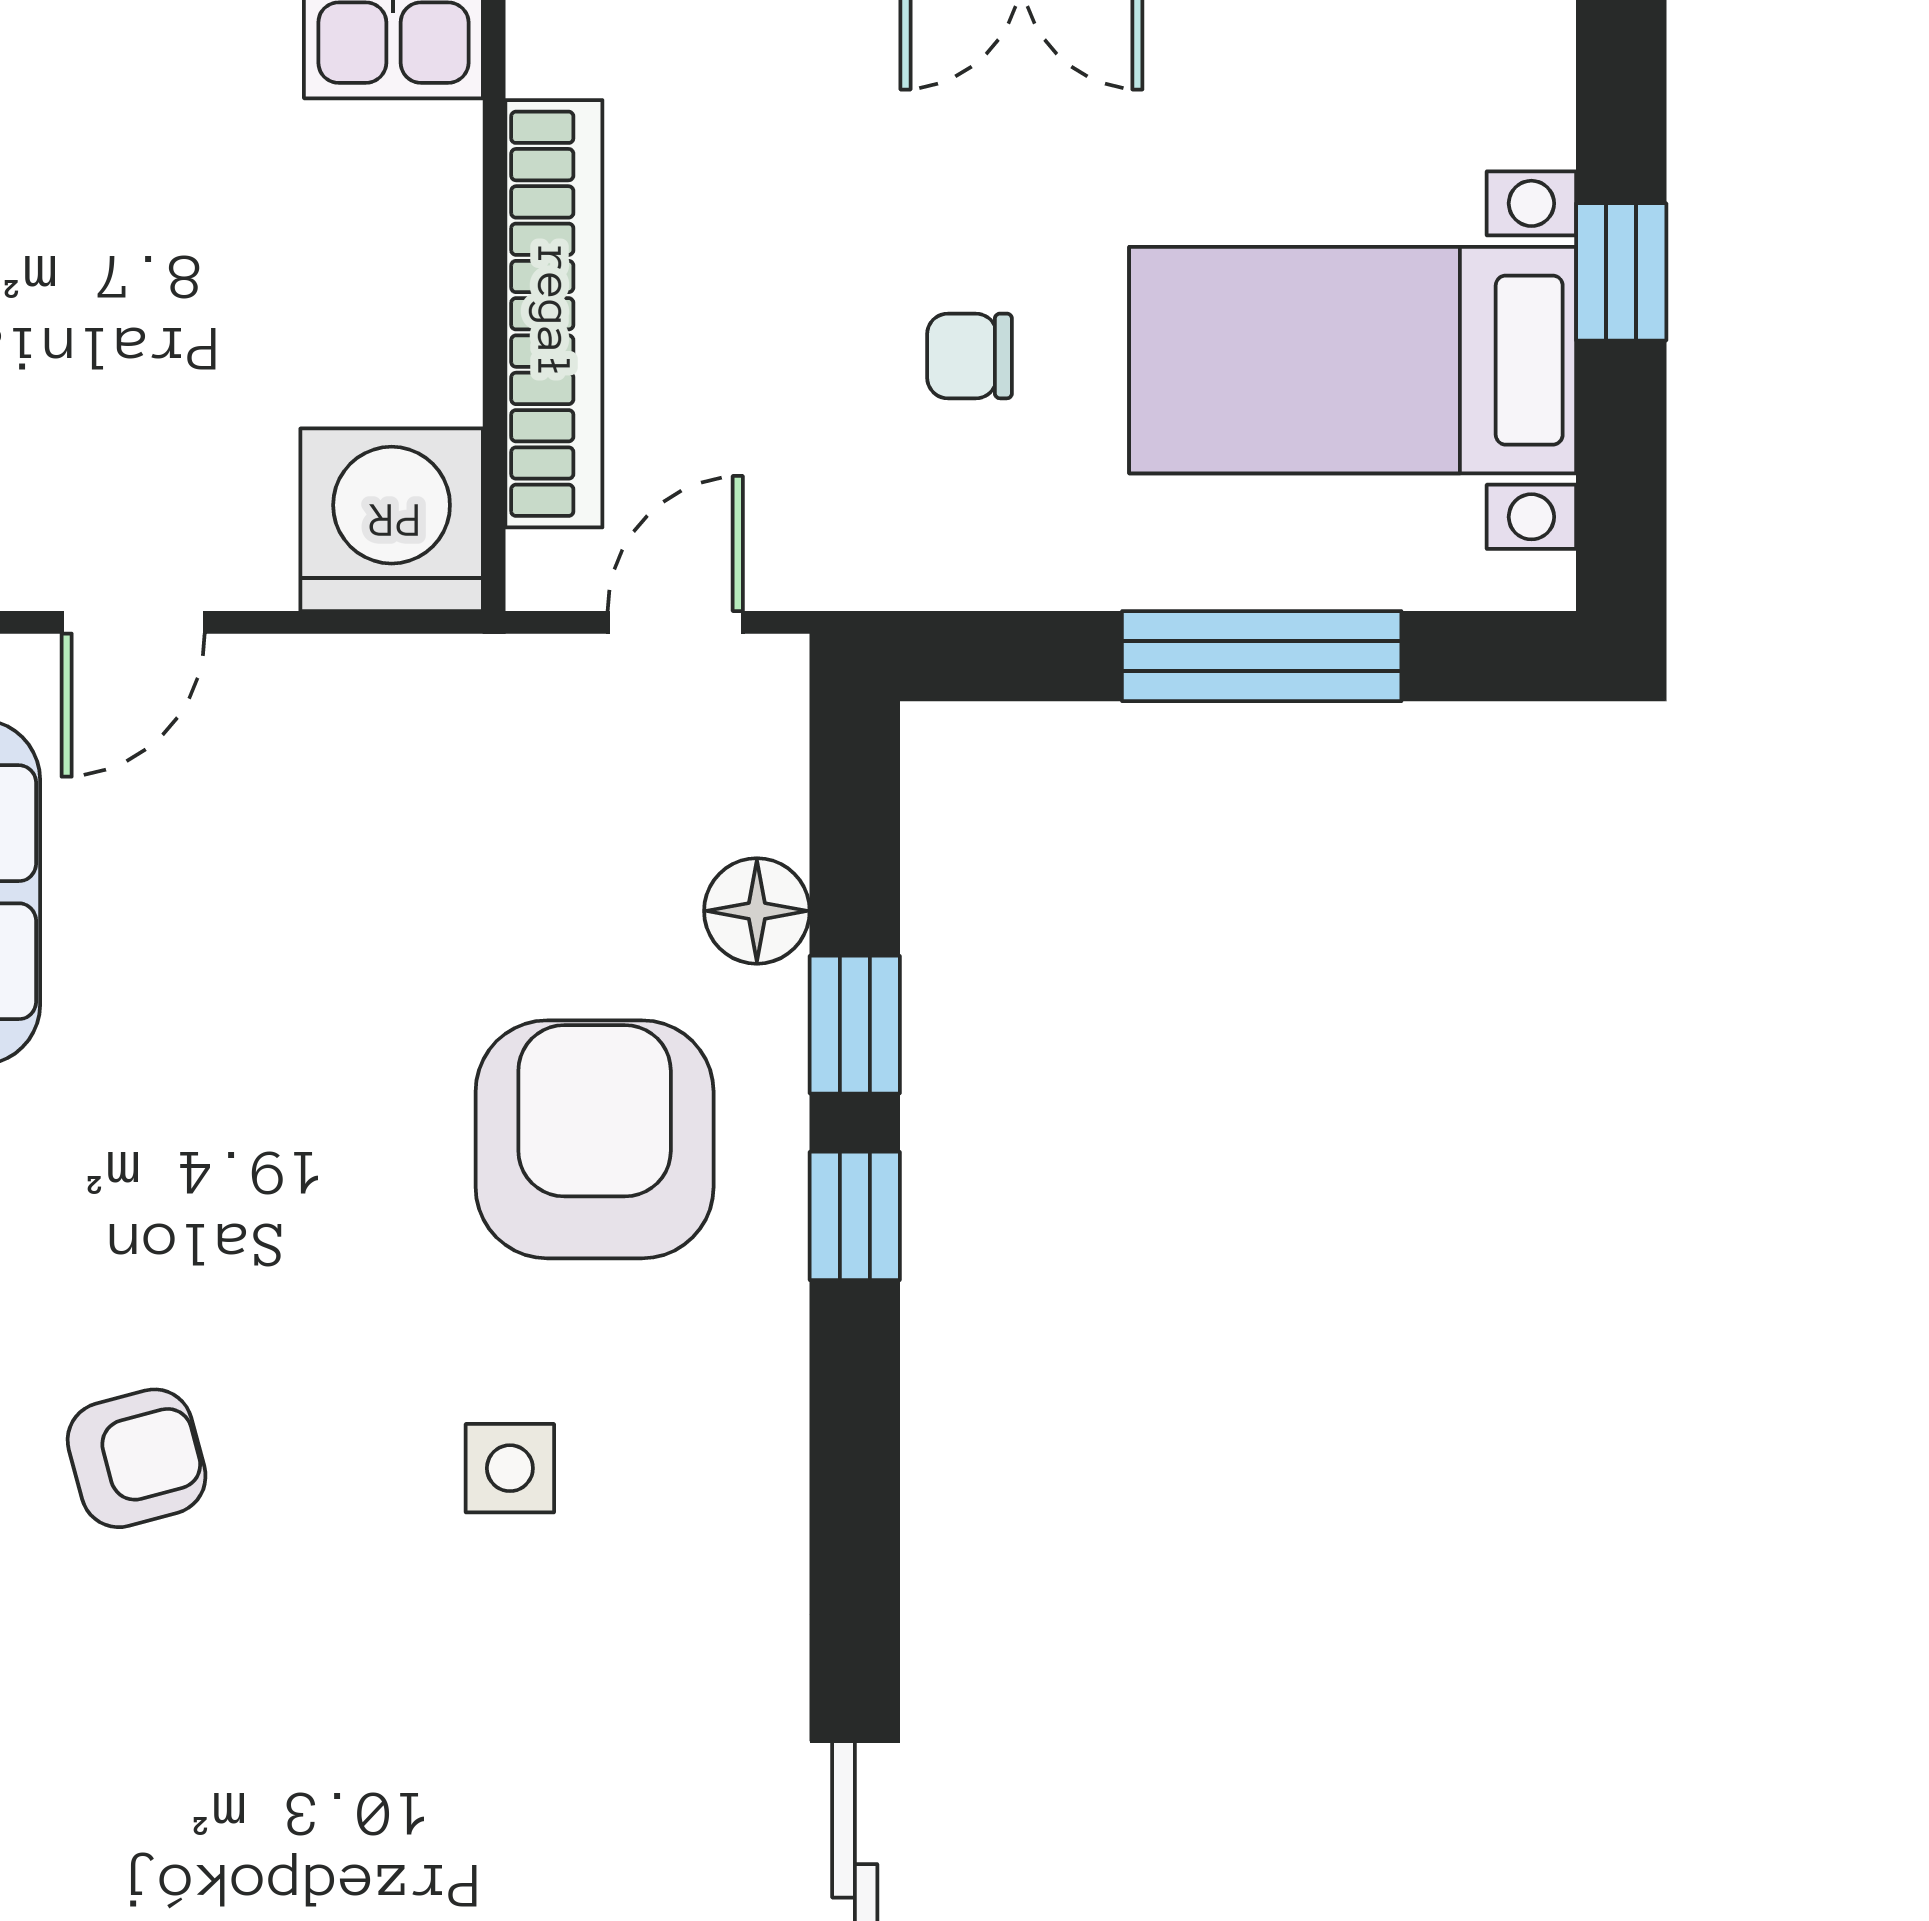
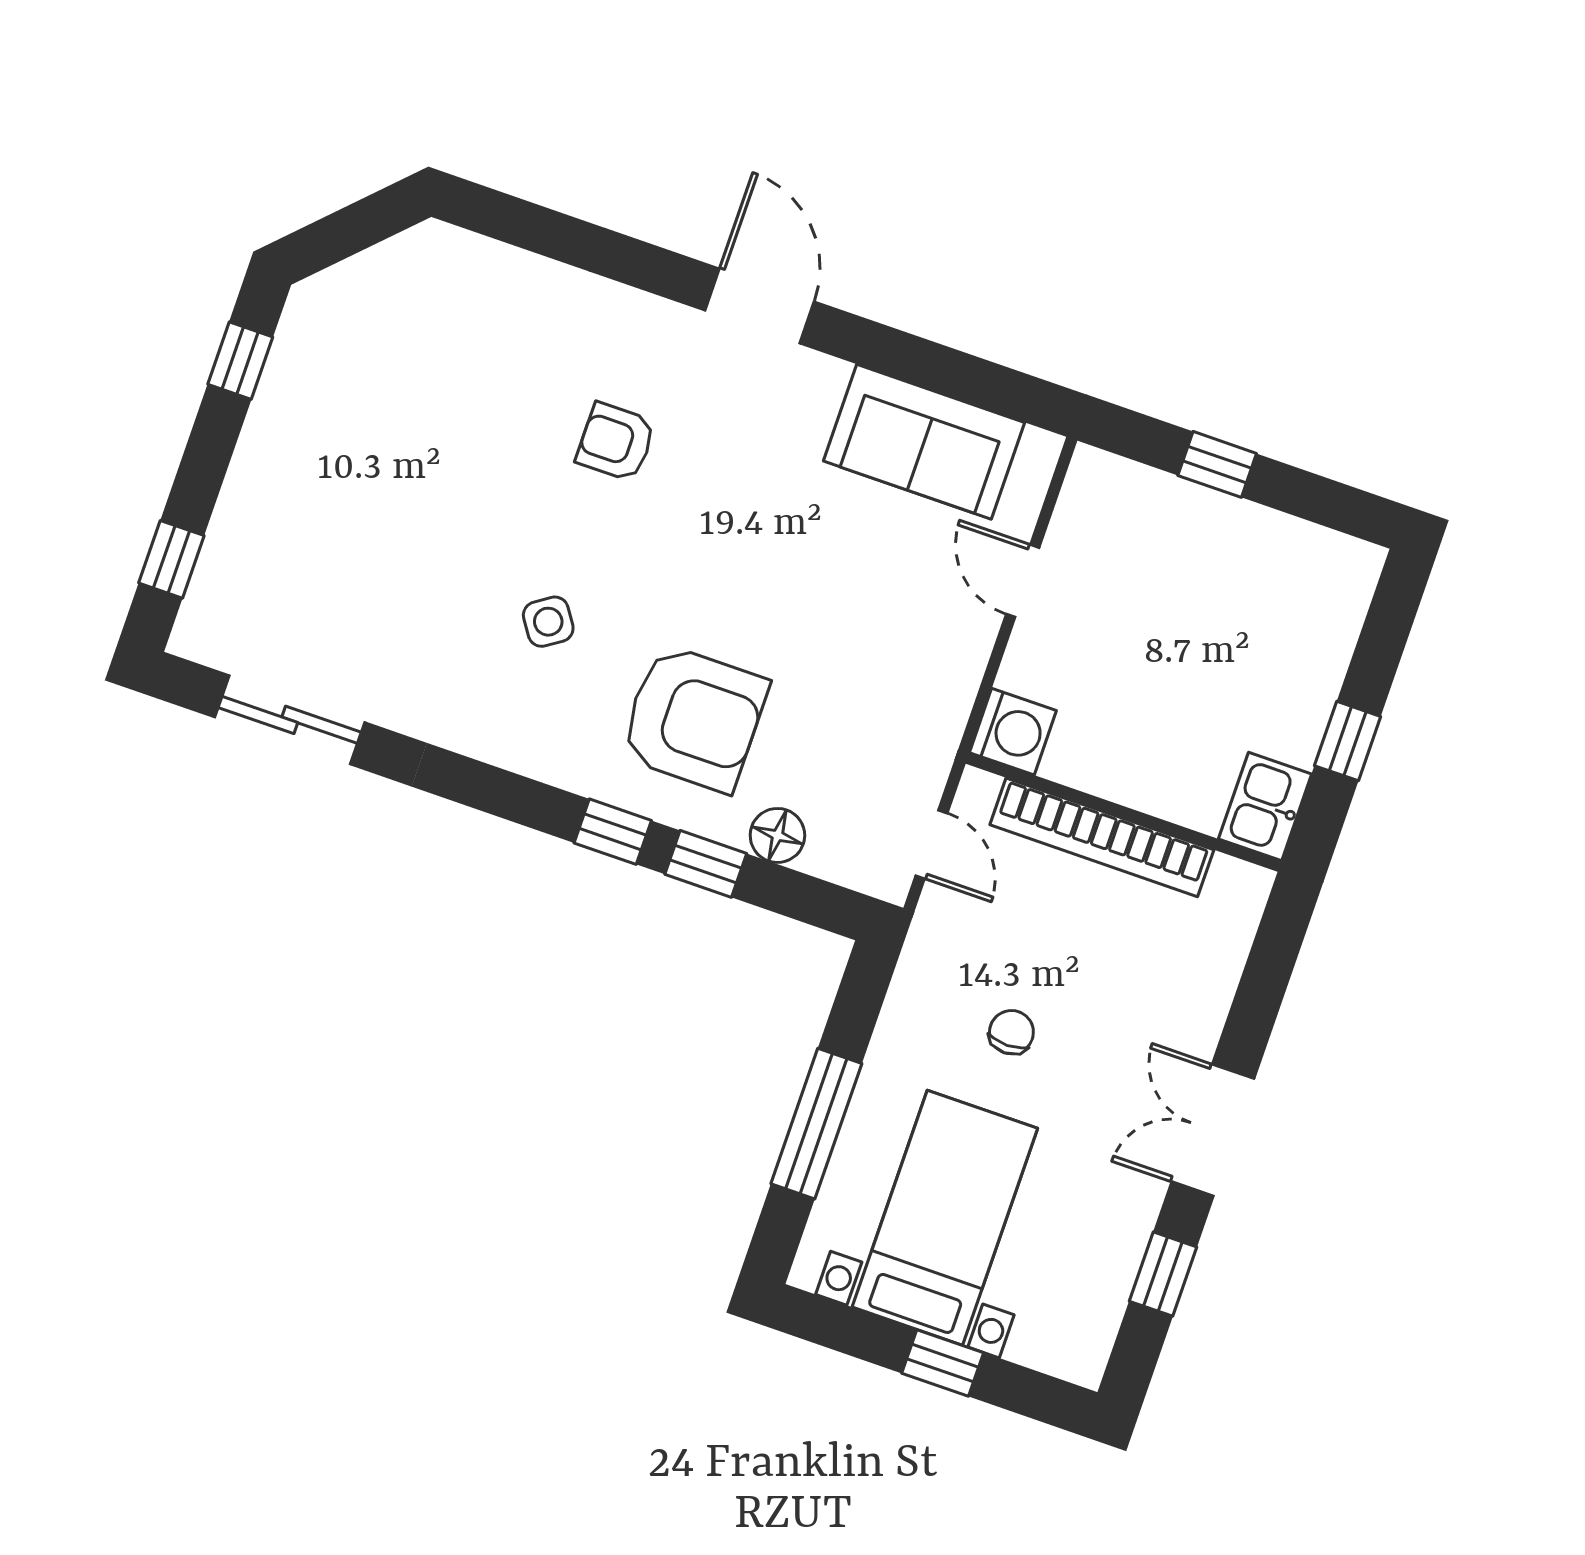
washing machine: (392, 520) -> (1013, 732), width x0.73, depth x0.73
armchair: (137, 1458) -> (616, 442), turned 105
side table: (510, 1468) -> (548, 622), turned -34

